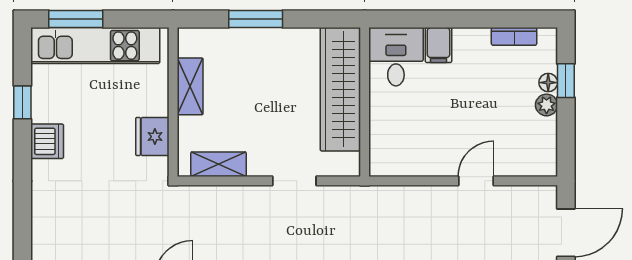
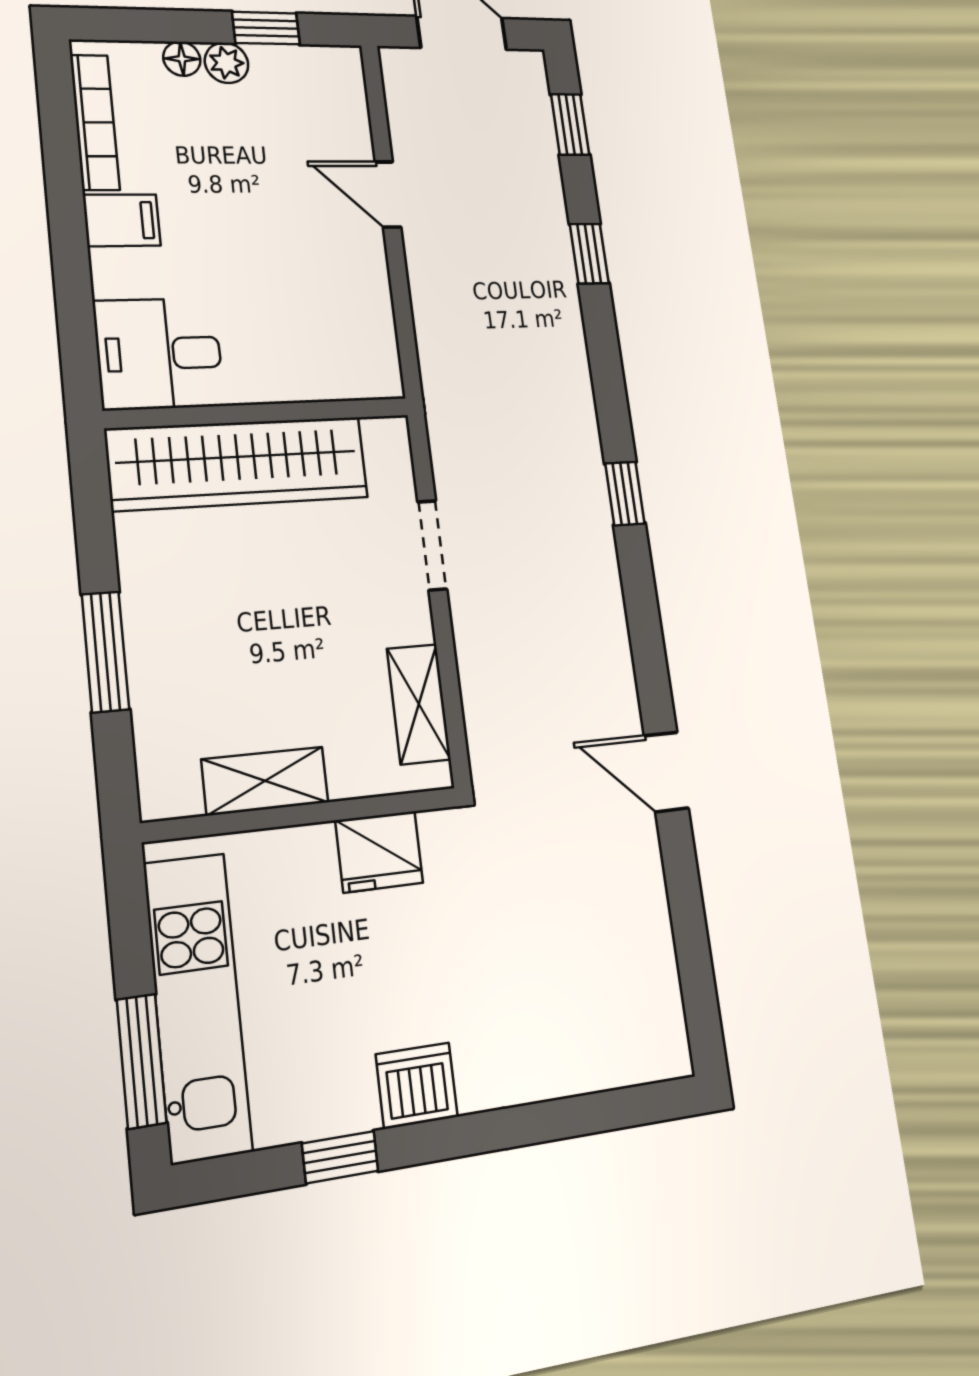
bookcase: (514, 36) -> (95, 122), width x1.56
filing cabinet: (439, 45) -> (122, 220), moved
window: (566, 81) -> (266, 28), moved

